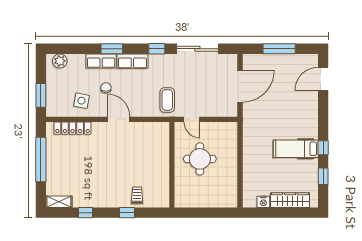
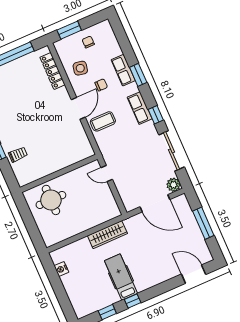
plant: (60, 61) -> (173, 185), moved
row of seats: (132, 61) -> (140, 108), moved
chair: (60, 82) -> (88, 42), added
coffee table: (167, 100) -> (103, 121), moved
door: (192, 119) -> (107, 174), hinge flipped
round table: (200, 159) -> (51, 200), moved
wardrobe: (290, 200) -> (107, 235), moved, turned 90

